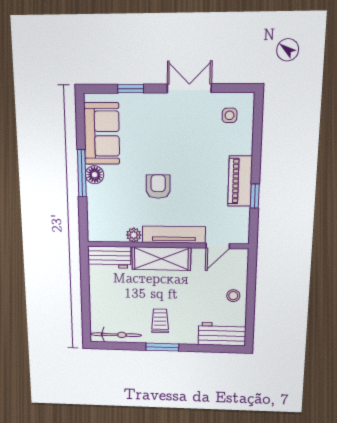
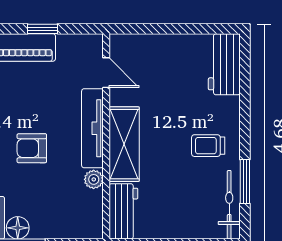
stool: (233, 296) -> (171, 51), removed
window: (162, 347) -> (245, 182), moved

